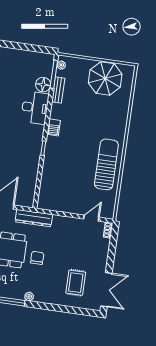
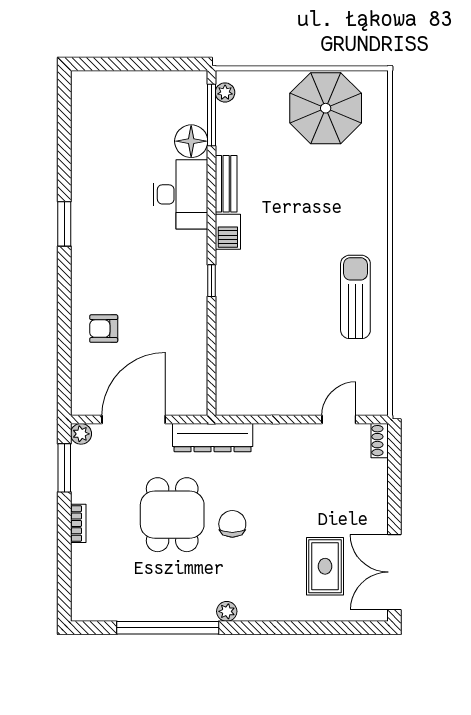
bench: (58, 90) -> (226, 184), moved
sun lounger: (106, 164) -> (355, 297), width x0.73, depth x0.75
double door: (106, 290) -> (394, 572), swing flipped

